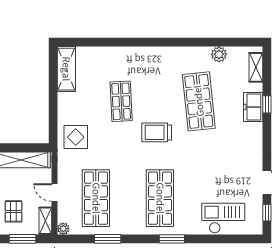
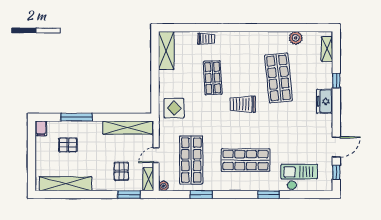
trolley: (114, 55) -> (206, 39), added
freezer: (253, 107) -> (325, 101), moved
door: (55, 193) -> (156, 155), hinge flipped
shop shelf: (160, 198) -> (246, 160), turned 90
window: (172, 239) -> (269, 195), moved

